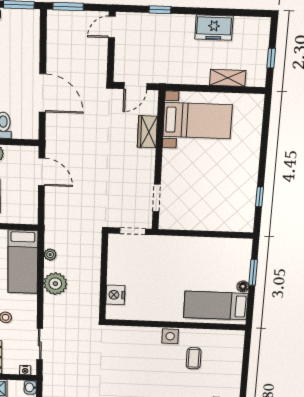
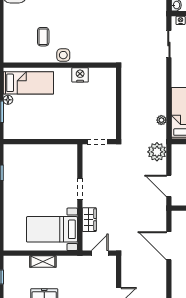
shelving: (228, 78) -> (43, 262), moved
doorway: (157, 198) -> (80, 189), moved
plant: (55, 284) -> (157, 152), moved
nightstand: (115, 295) -> (80, 75), moved, turned -90

